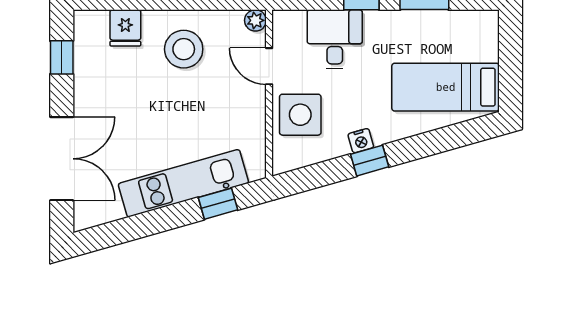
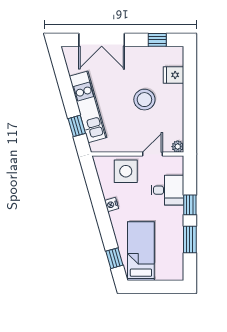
stool: (184, 49) -> (144, 100), moved
window: (370, 161) -> (114, 258), moved

